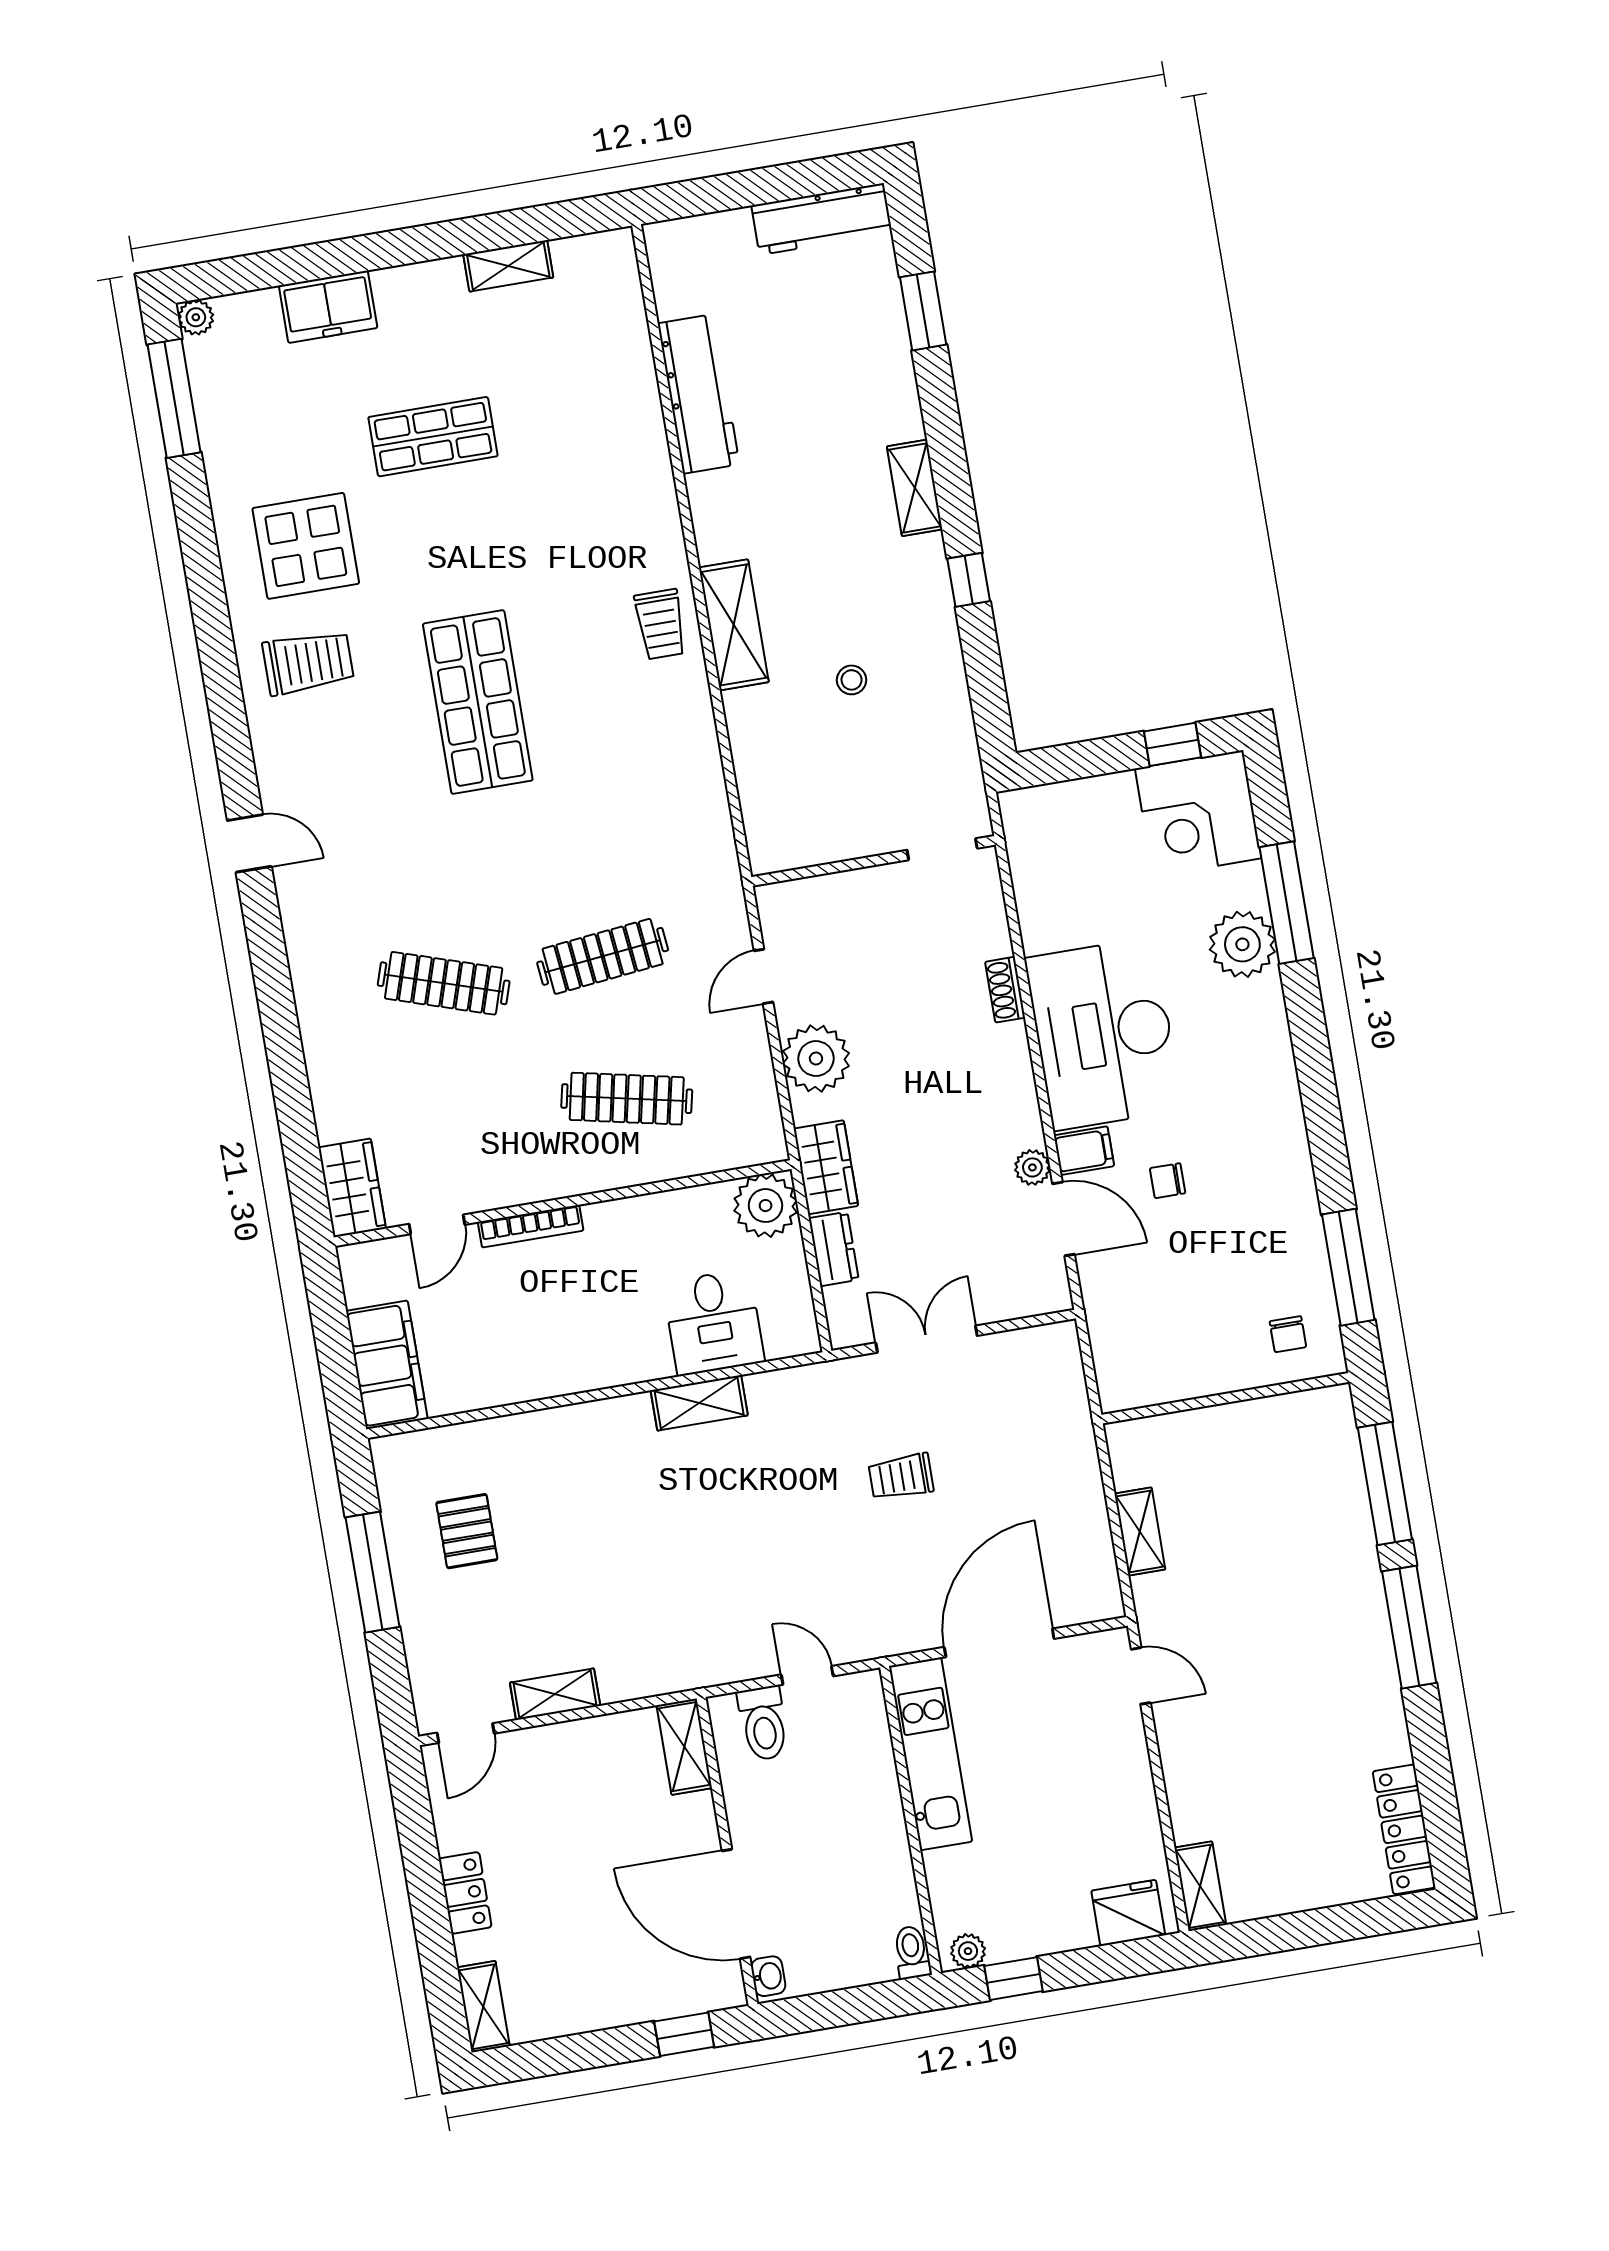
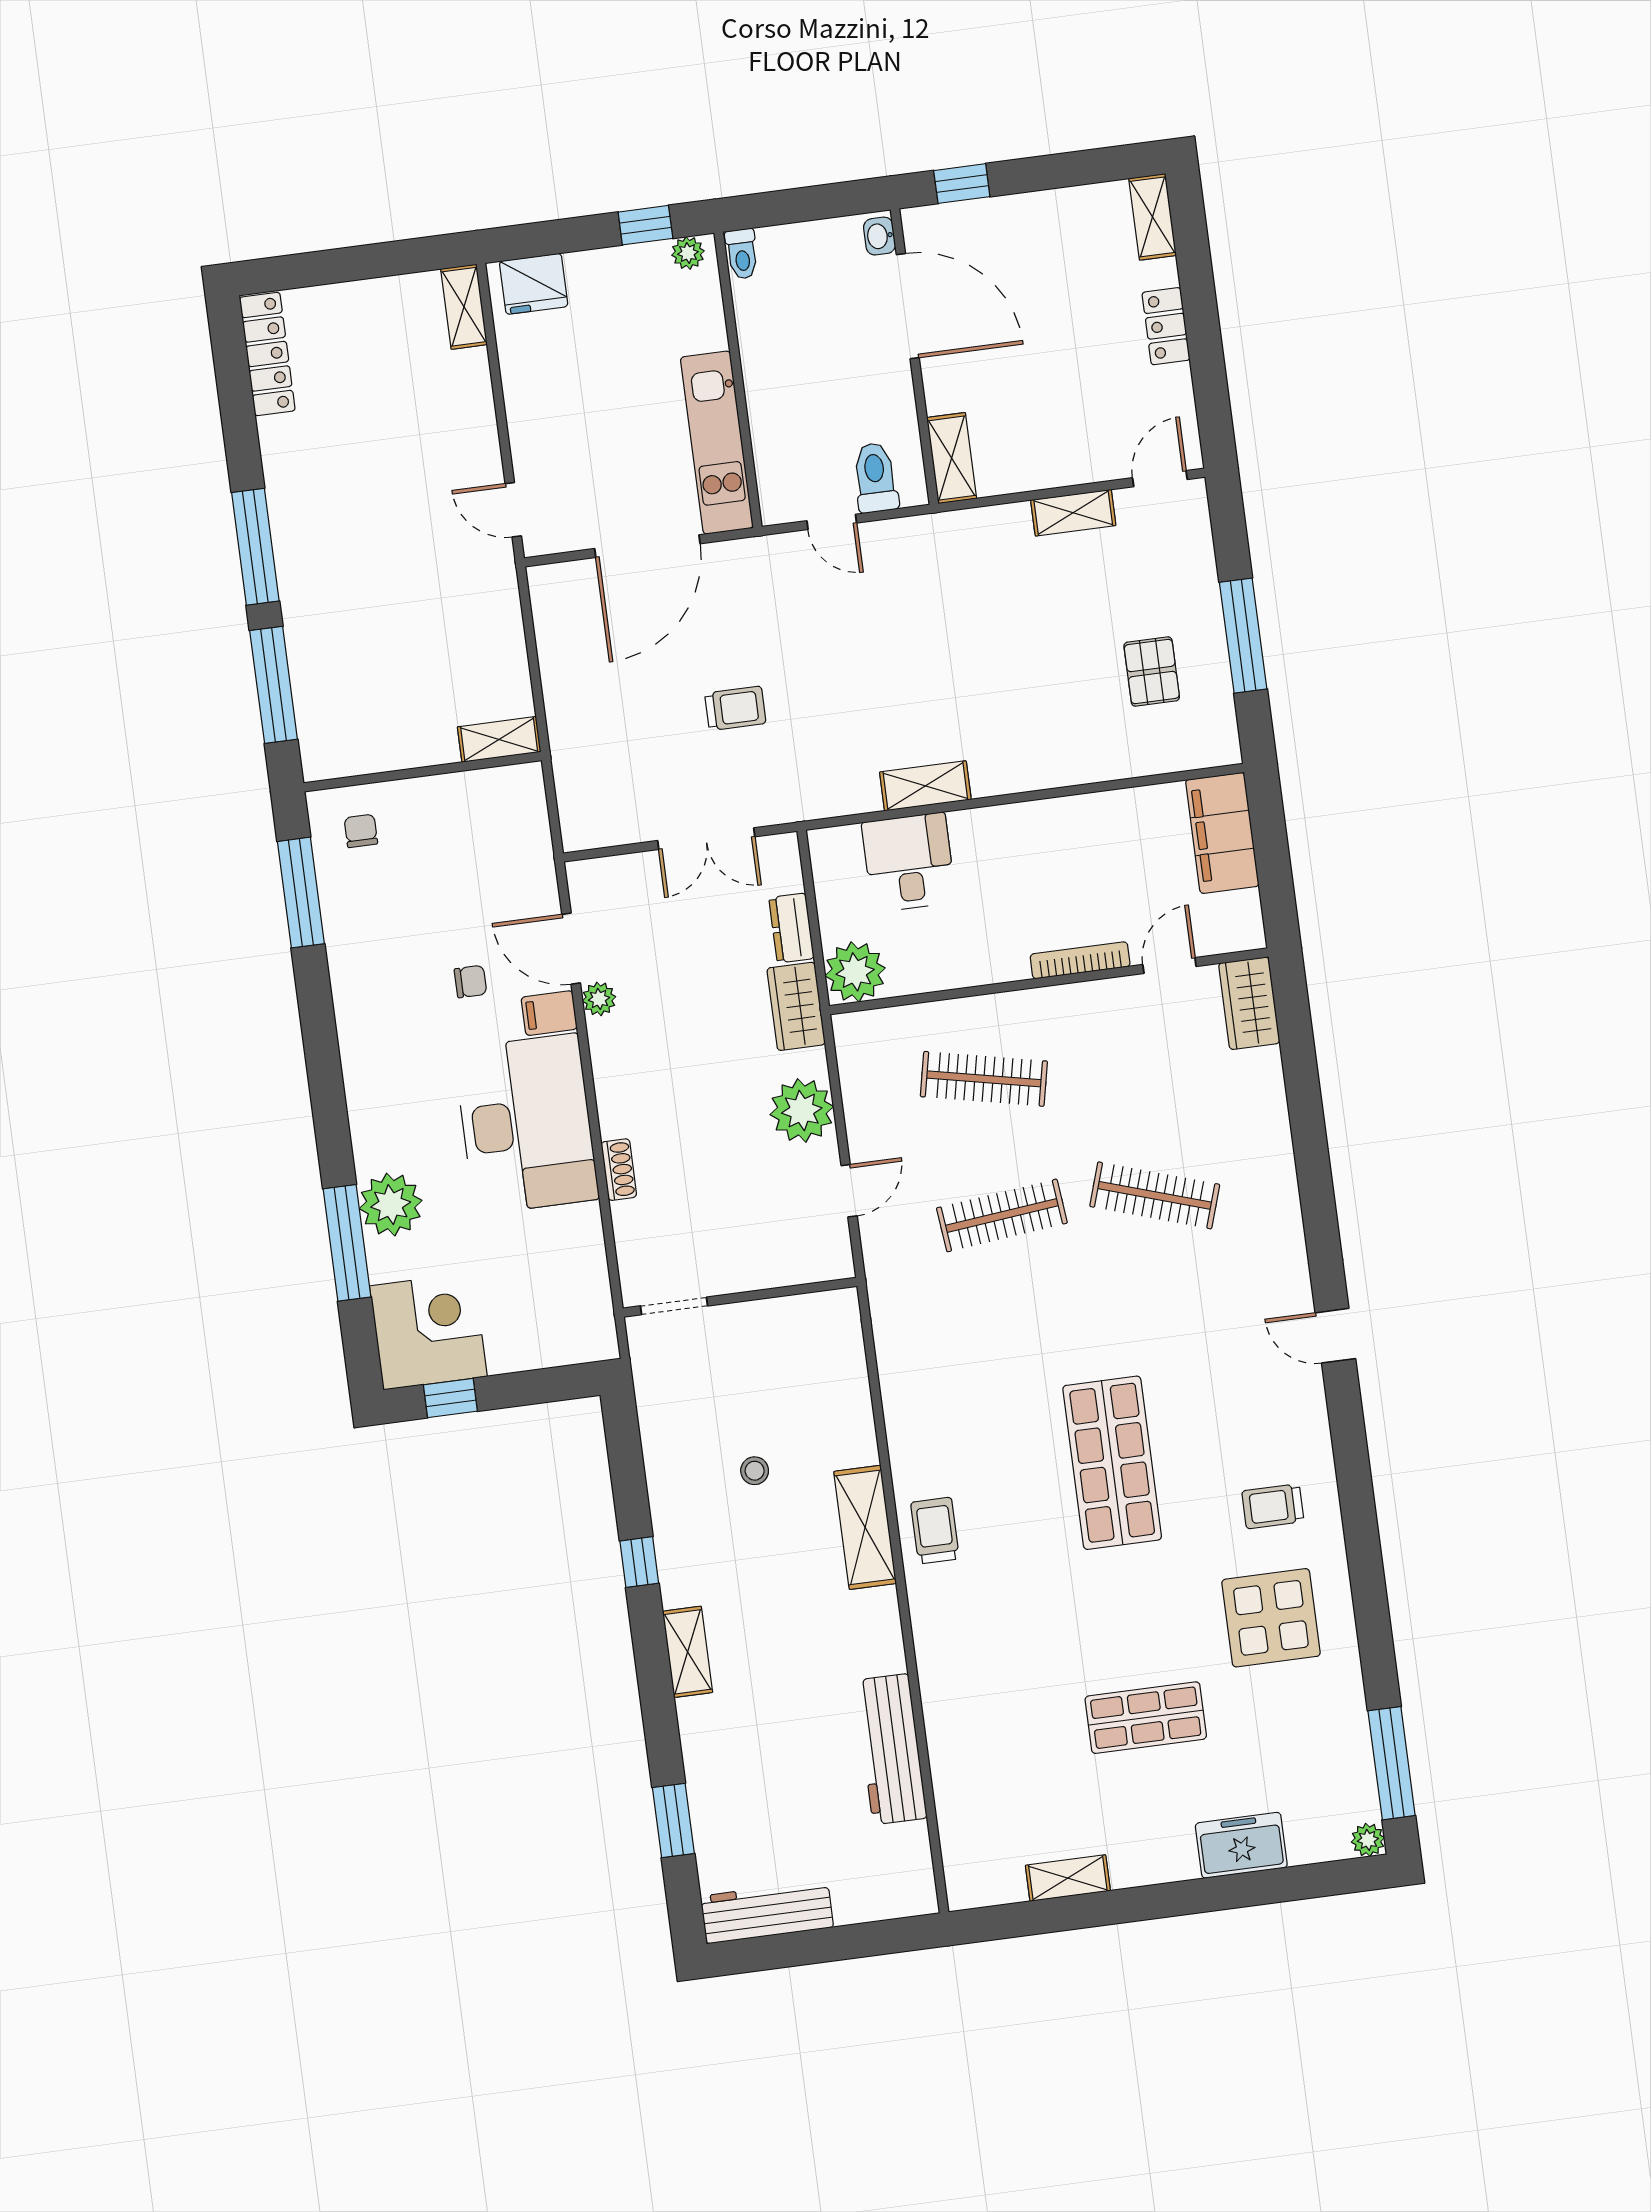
trolley: (308, 663) -> (1273, 1506), width x0.73, depth x0.72
shelving: (1140, 1532) -> (499, 739), moved, turned 90

